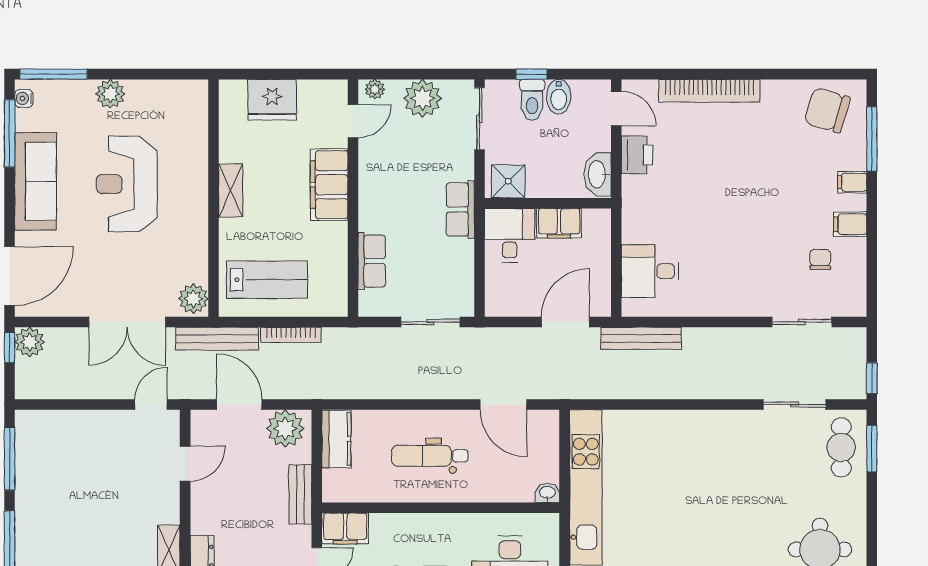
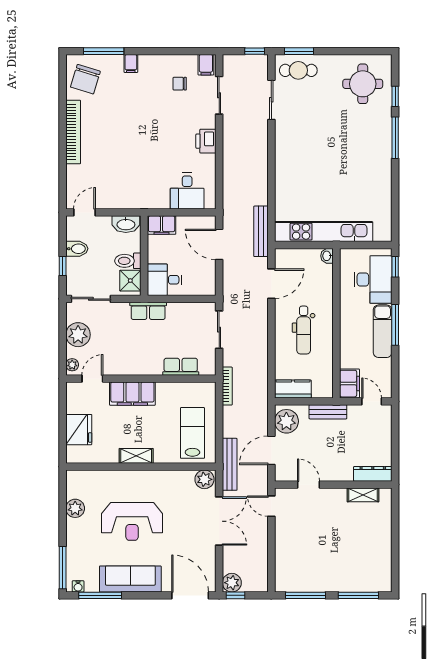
bookcase: (709, 91) -> (73, 132), moved
plant: (110, 94) -> (75, 508), moved
toilet: (532, 100) -> (128, 261), moved, turned 180
door: (353, 121) -> (92, 379), hinge flipped
printer: (637, 155) -> (206, 141), moved, turned -90
filing cabinet: (559, 223) -> (162, 225), moved, turned 90
filing cabinet: (850, 224) -> (206, 65), moved
bookcase: (291, 335) -> (227, 386), moved
bench: (641, 338) -> (261, 231), moved

